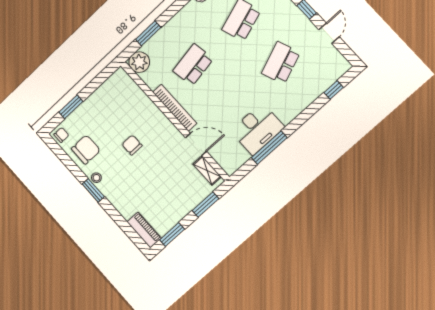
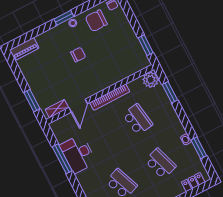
window: (71, 107) -> (146, 45), moved
chair: (132, 145) -> (78, 55), moved
chair: (86, 149) -> (96, 21), turned 90
window: (172, 235) -> (16, 69), removed

